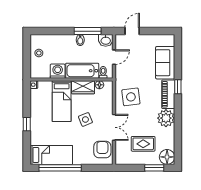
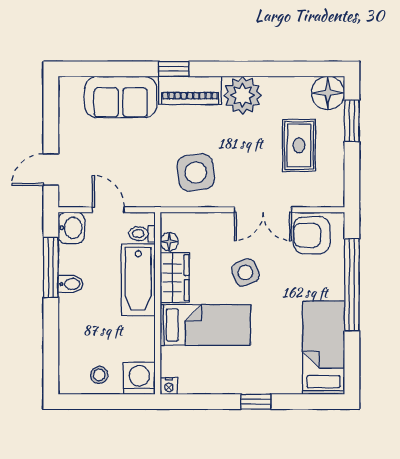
door: (132, 31) -> (51, 170), hinge flipped
washing machine: (58, 71) -> (139, 378), moved, turned 90
double door: (114, 127) -> (263, 210), swing flipped
window: (60, 168) -> (352, 285), moved

